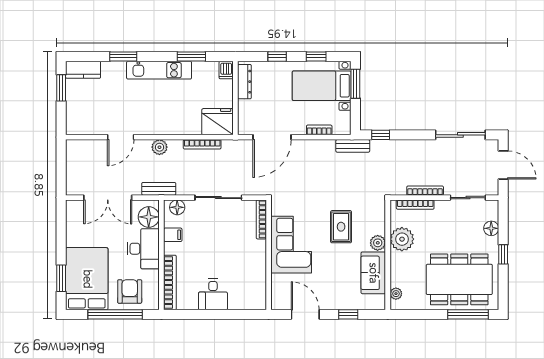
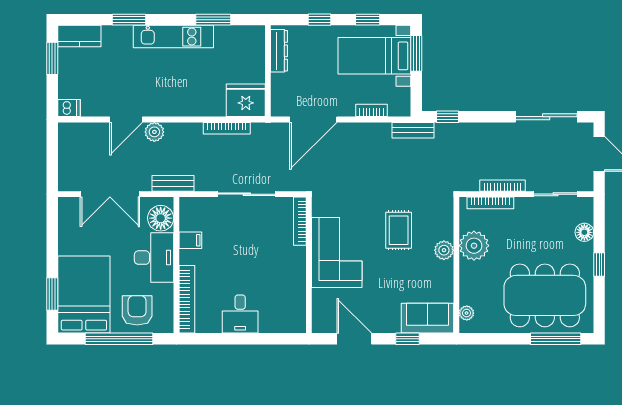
dishwasher: (226, 70) -> (69, 108), moved, turned -90
plant: (159, 147) -> (154, 132), moved
floor lamp: (177, 207) -> (196, 206), removed
sofa: (373, 273) -> (428, 318), moved, turned 90

